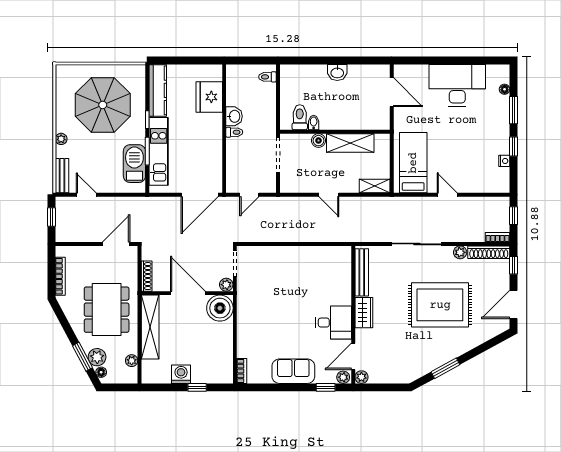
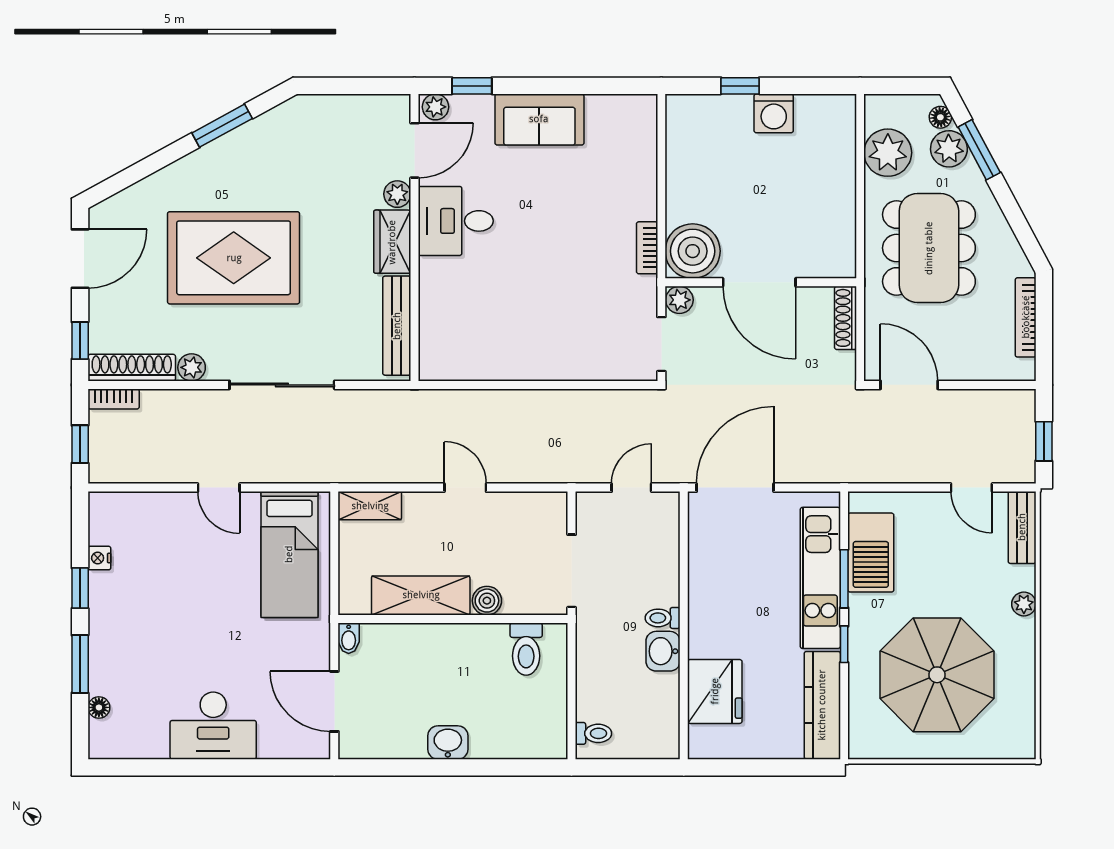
desk: (457, 85) -> (213, 726), width x0.73, depth x0.77
bidet: (314, 123) -> (349, 638), moved
door: (116, 244) -> (909, 385), swing flipped
shelving: (150, 327) -> (838, 212), removed
plant: (132, 361) -> (888, 153), width x1.88, depth x1.88
bookcase: (242, 371) -> (647, 248), moved
plant: (361, 377) -> (397, 194), moved

